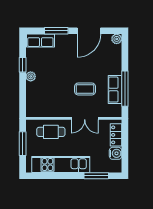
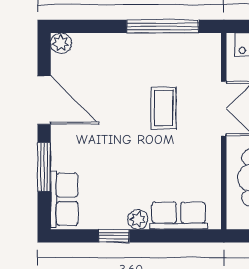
row of seats: (115, 90) -> (179, 216), moved, turned 180

